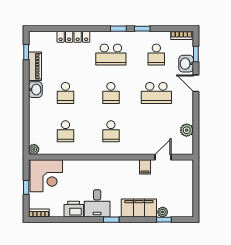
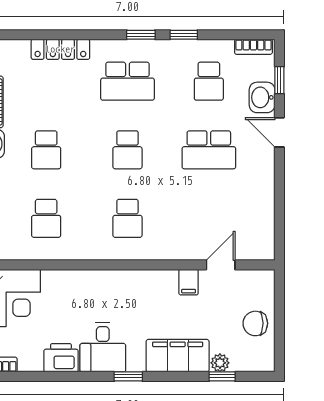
plant: (187, 130) -> (263, 216), removed
chair: (182, 190) -> (255, 323), added

